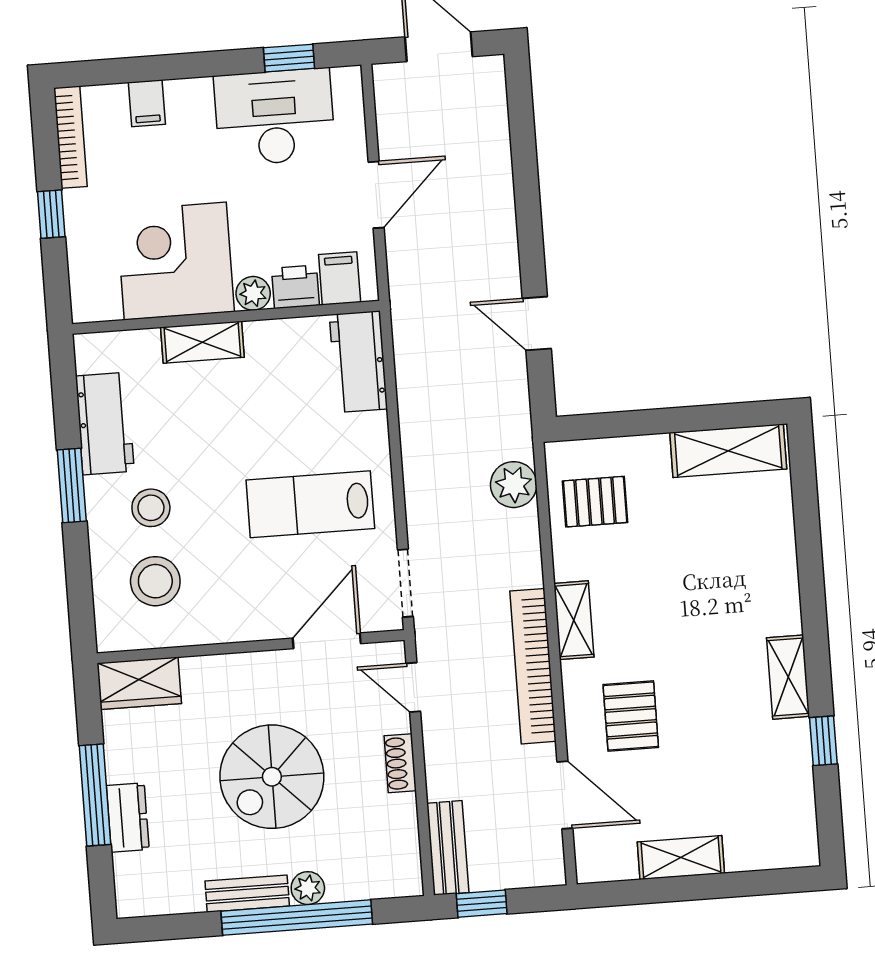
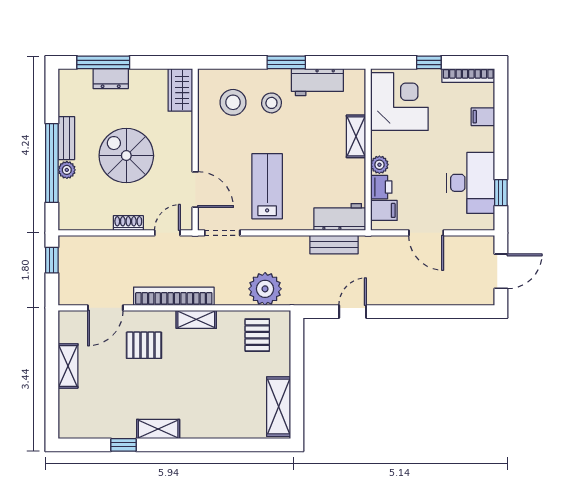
corner desk: (175, 261) -> (399, 102), moved
plant: (514, 485) -> (265, 289), width x1.36, depth x1.36
window: (95, 795) -> (103, 62), moved
bench: (448, 848) -> (334, 245), moved

